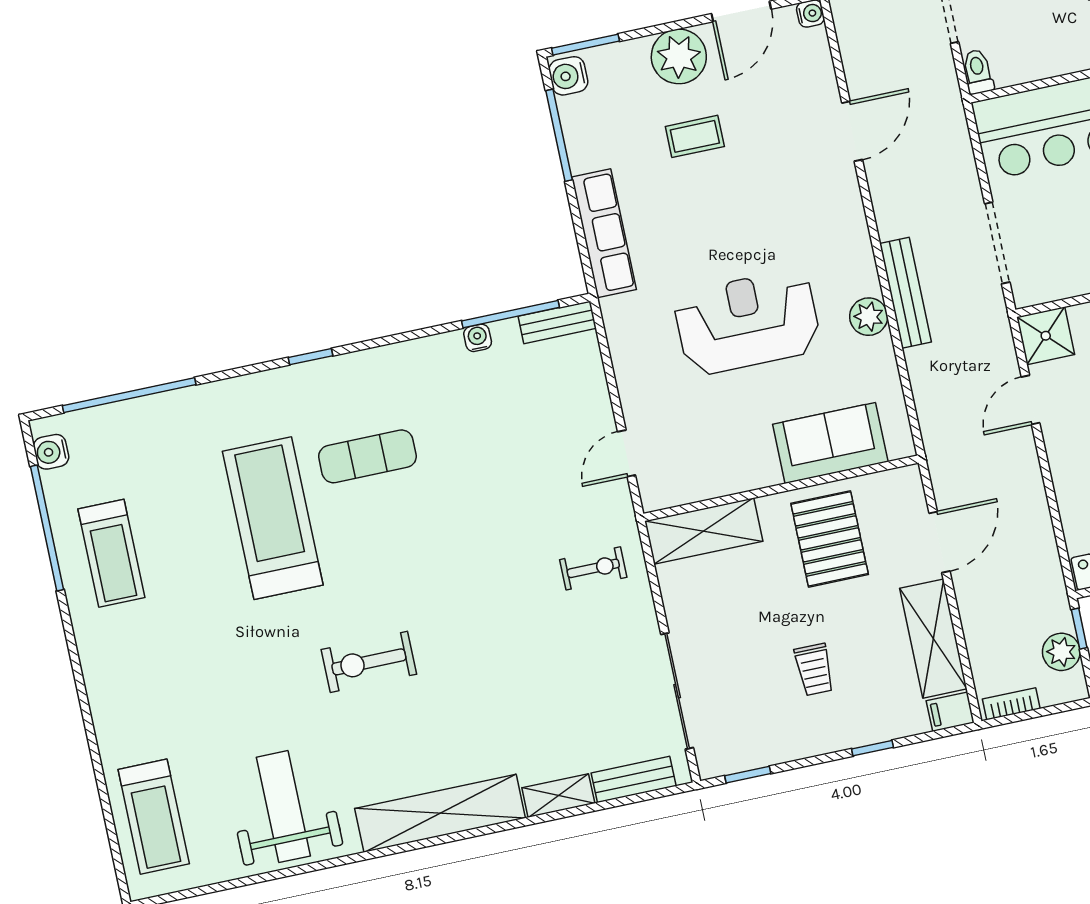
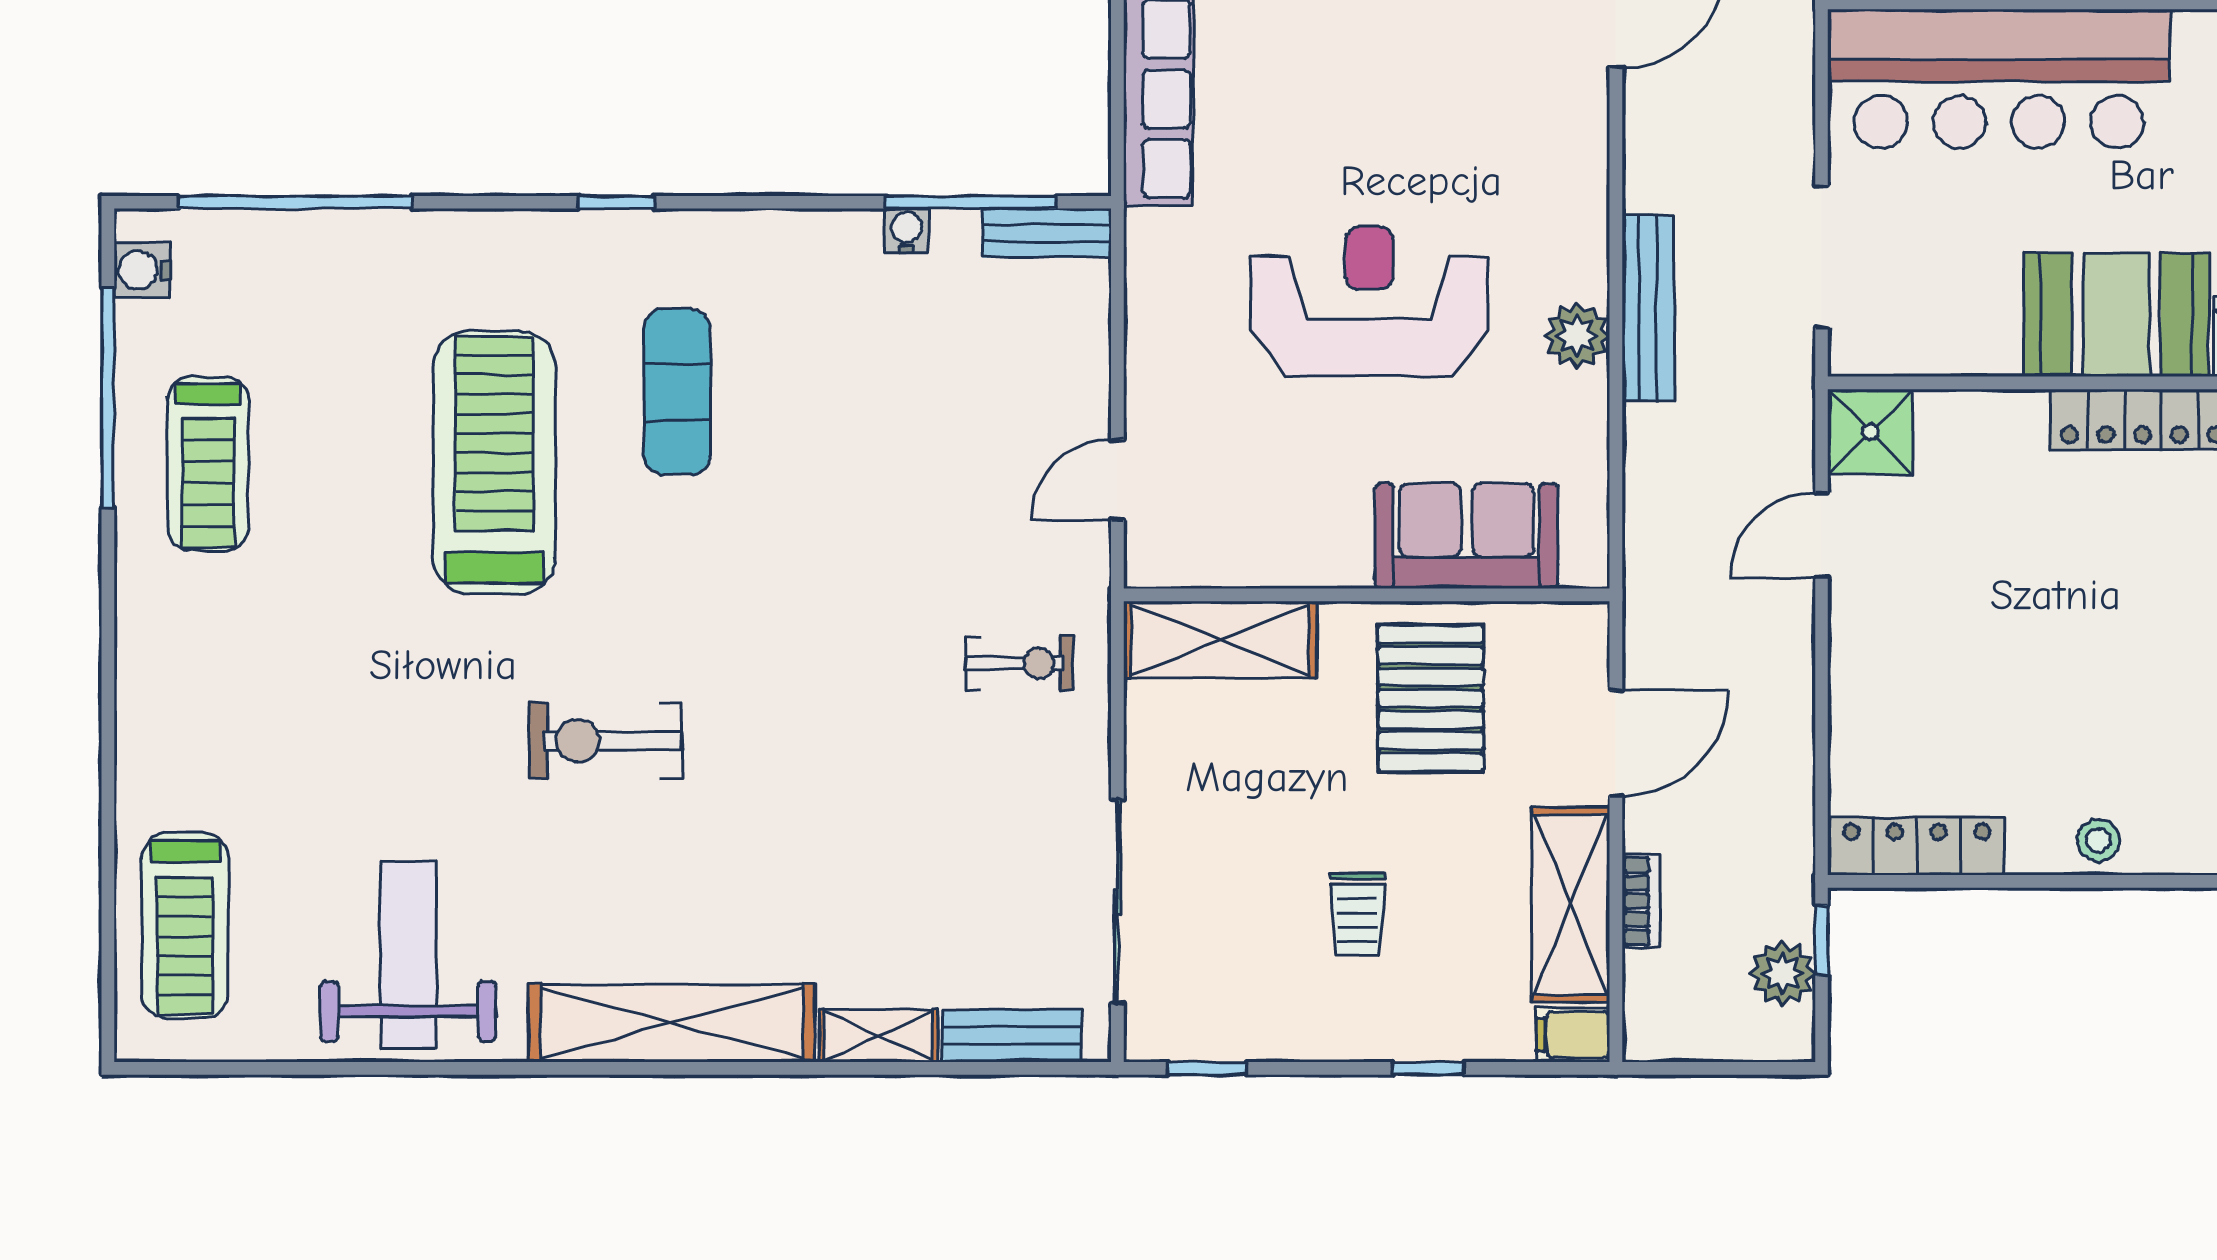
exercise mat: (367, 456) -> (677, 392), turned 90
bookcase: (1011, 704) -> (1641, 901), moved, turned 90

